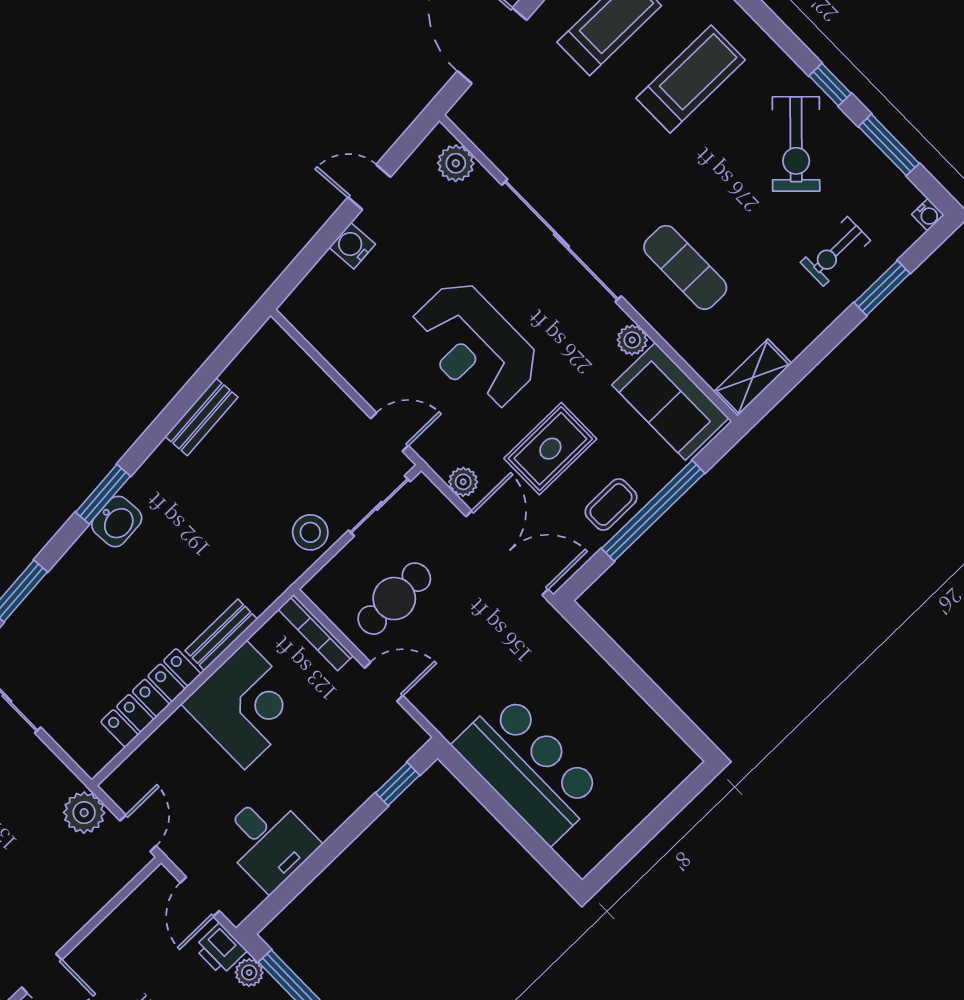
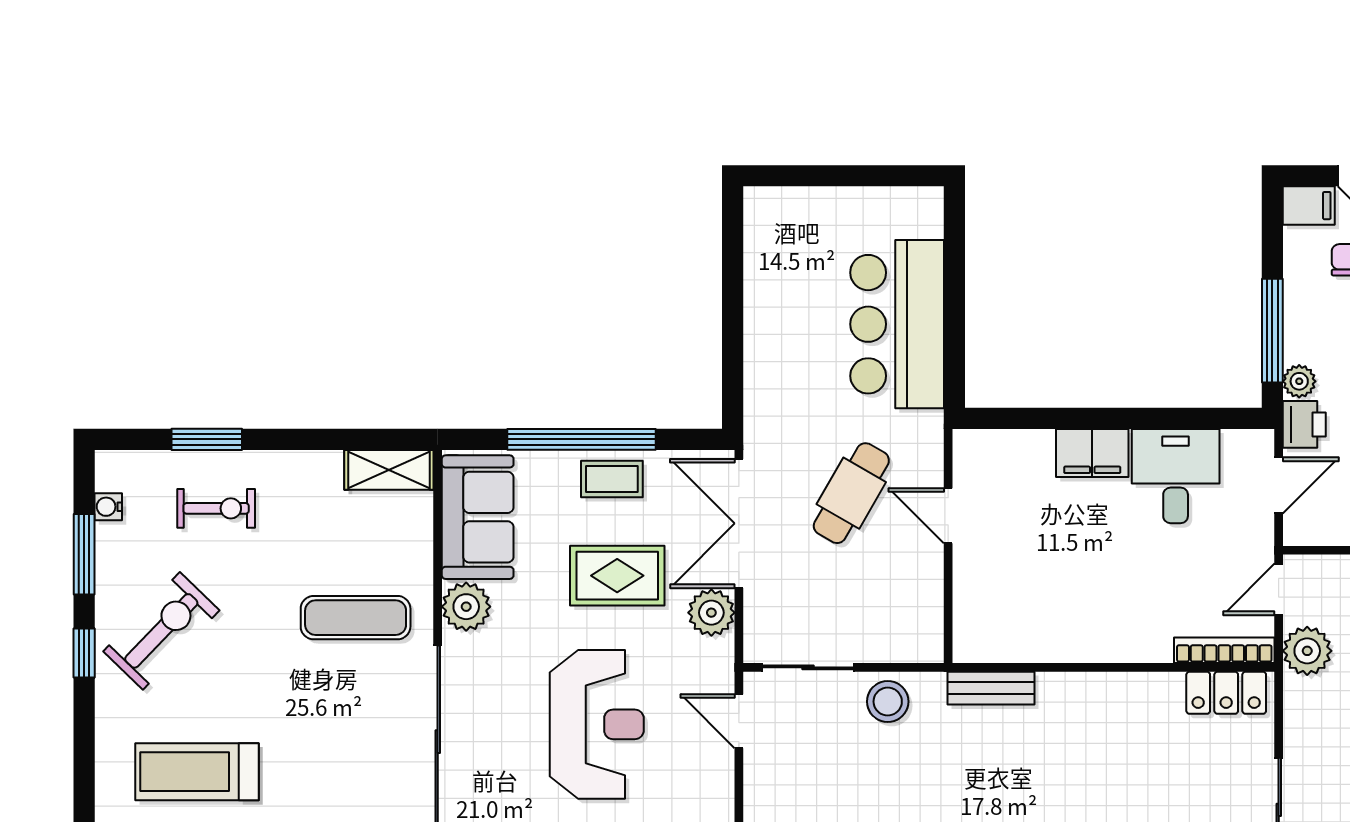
water cooler: (928, 215) -> (108, 507), moved, turned -90
exercise mat: (685, 267) -> (356, 618), turned 90
plant: (632, 340) -> (466, 607), width x1.38, depth x1.38
plant: (463, 482) -> (711, 613), width x1.38, depth x1.38
cafe table: (394, 599) -> (851, 493), moved, turned -60
bookcase: (316, 633) -> (1224, 650), moved, turned -90
bench: (221, 635) -> (991, 688), moved
locker: (151, 698) -> (1226, 693), moved, width x0.66
corner desk: (246, 705) -> (1083, 609), removed
window: (398, 784) -> (1020, 418), removed
filing cabinet: (333, 806) -> (1092, 453), added

